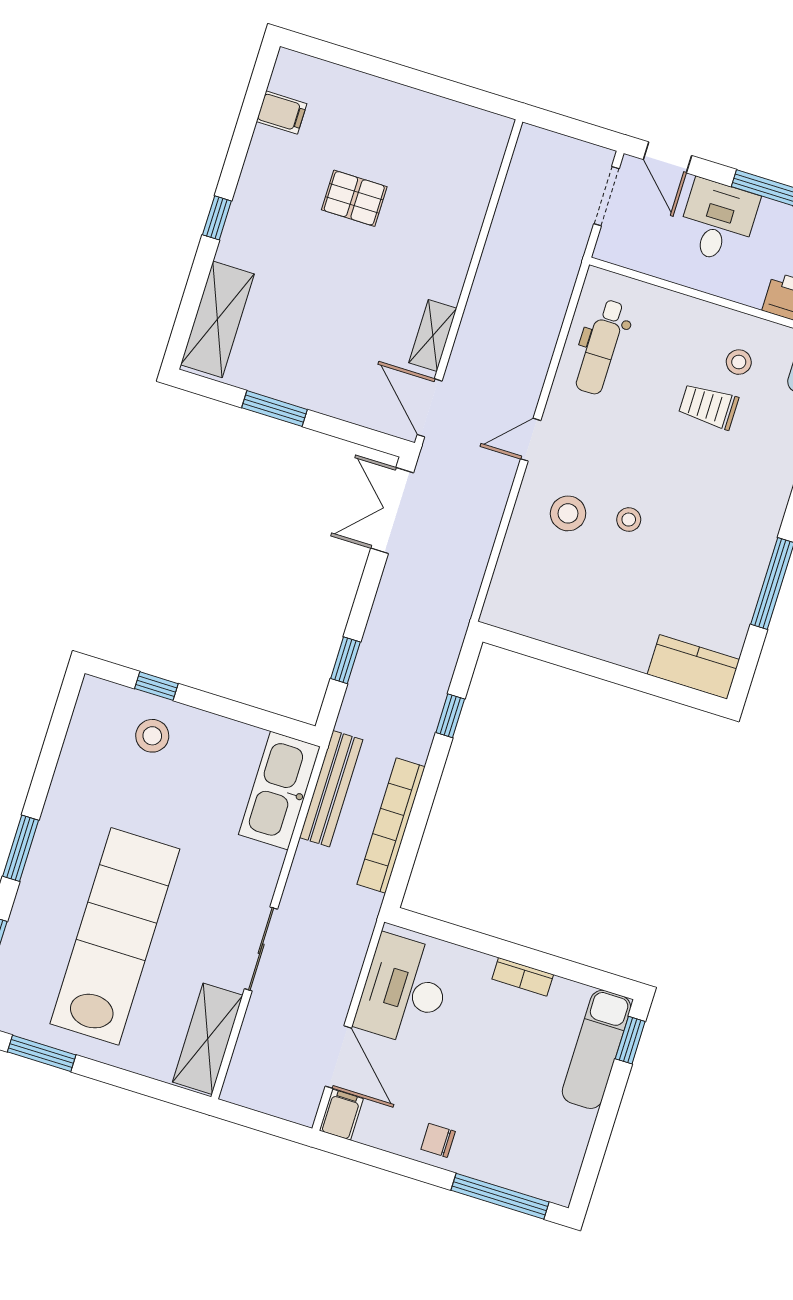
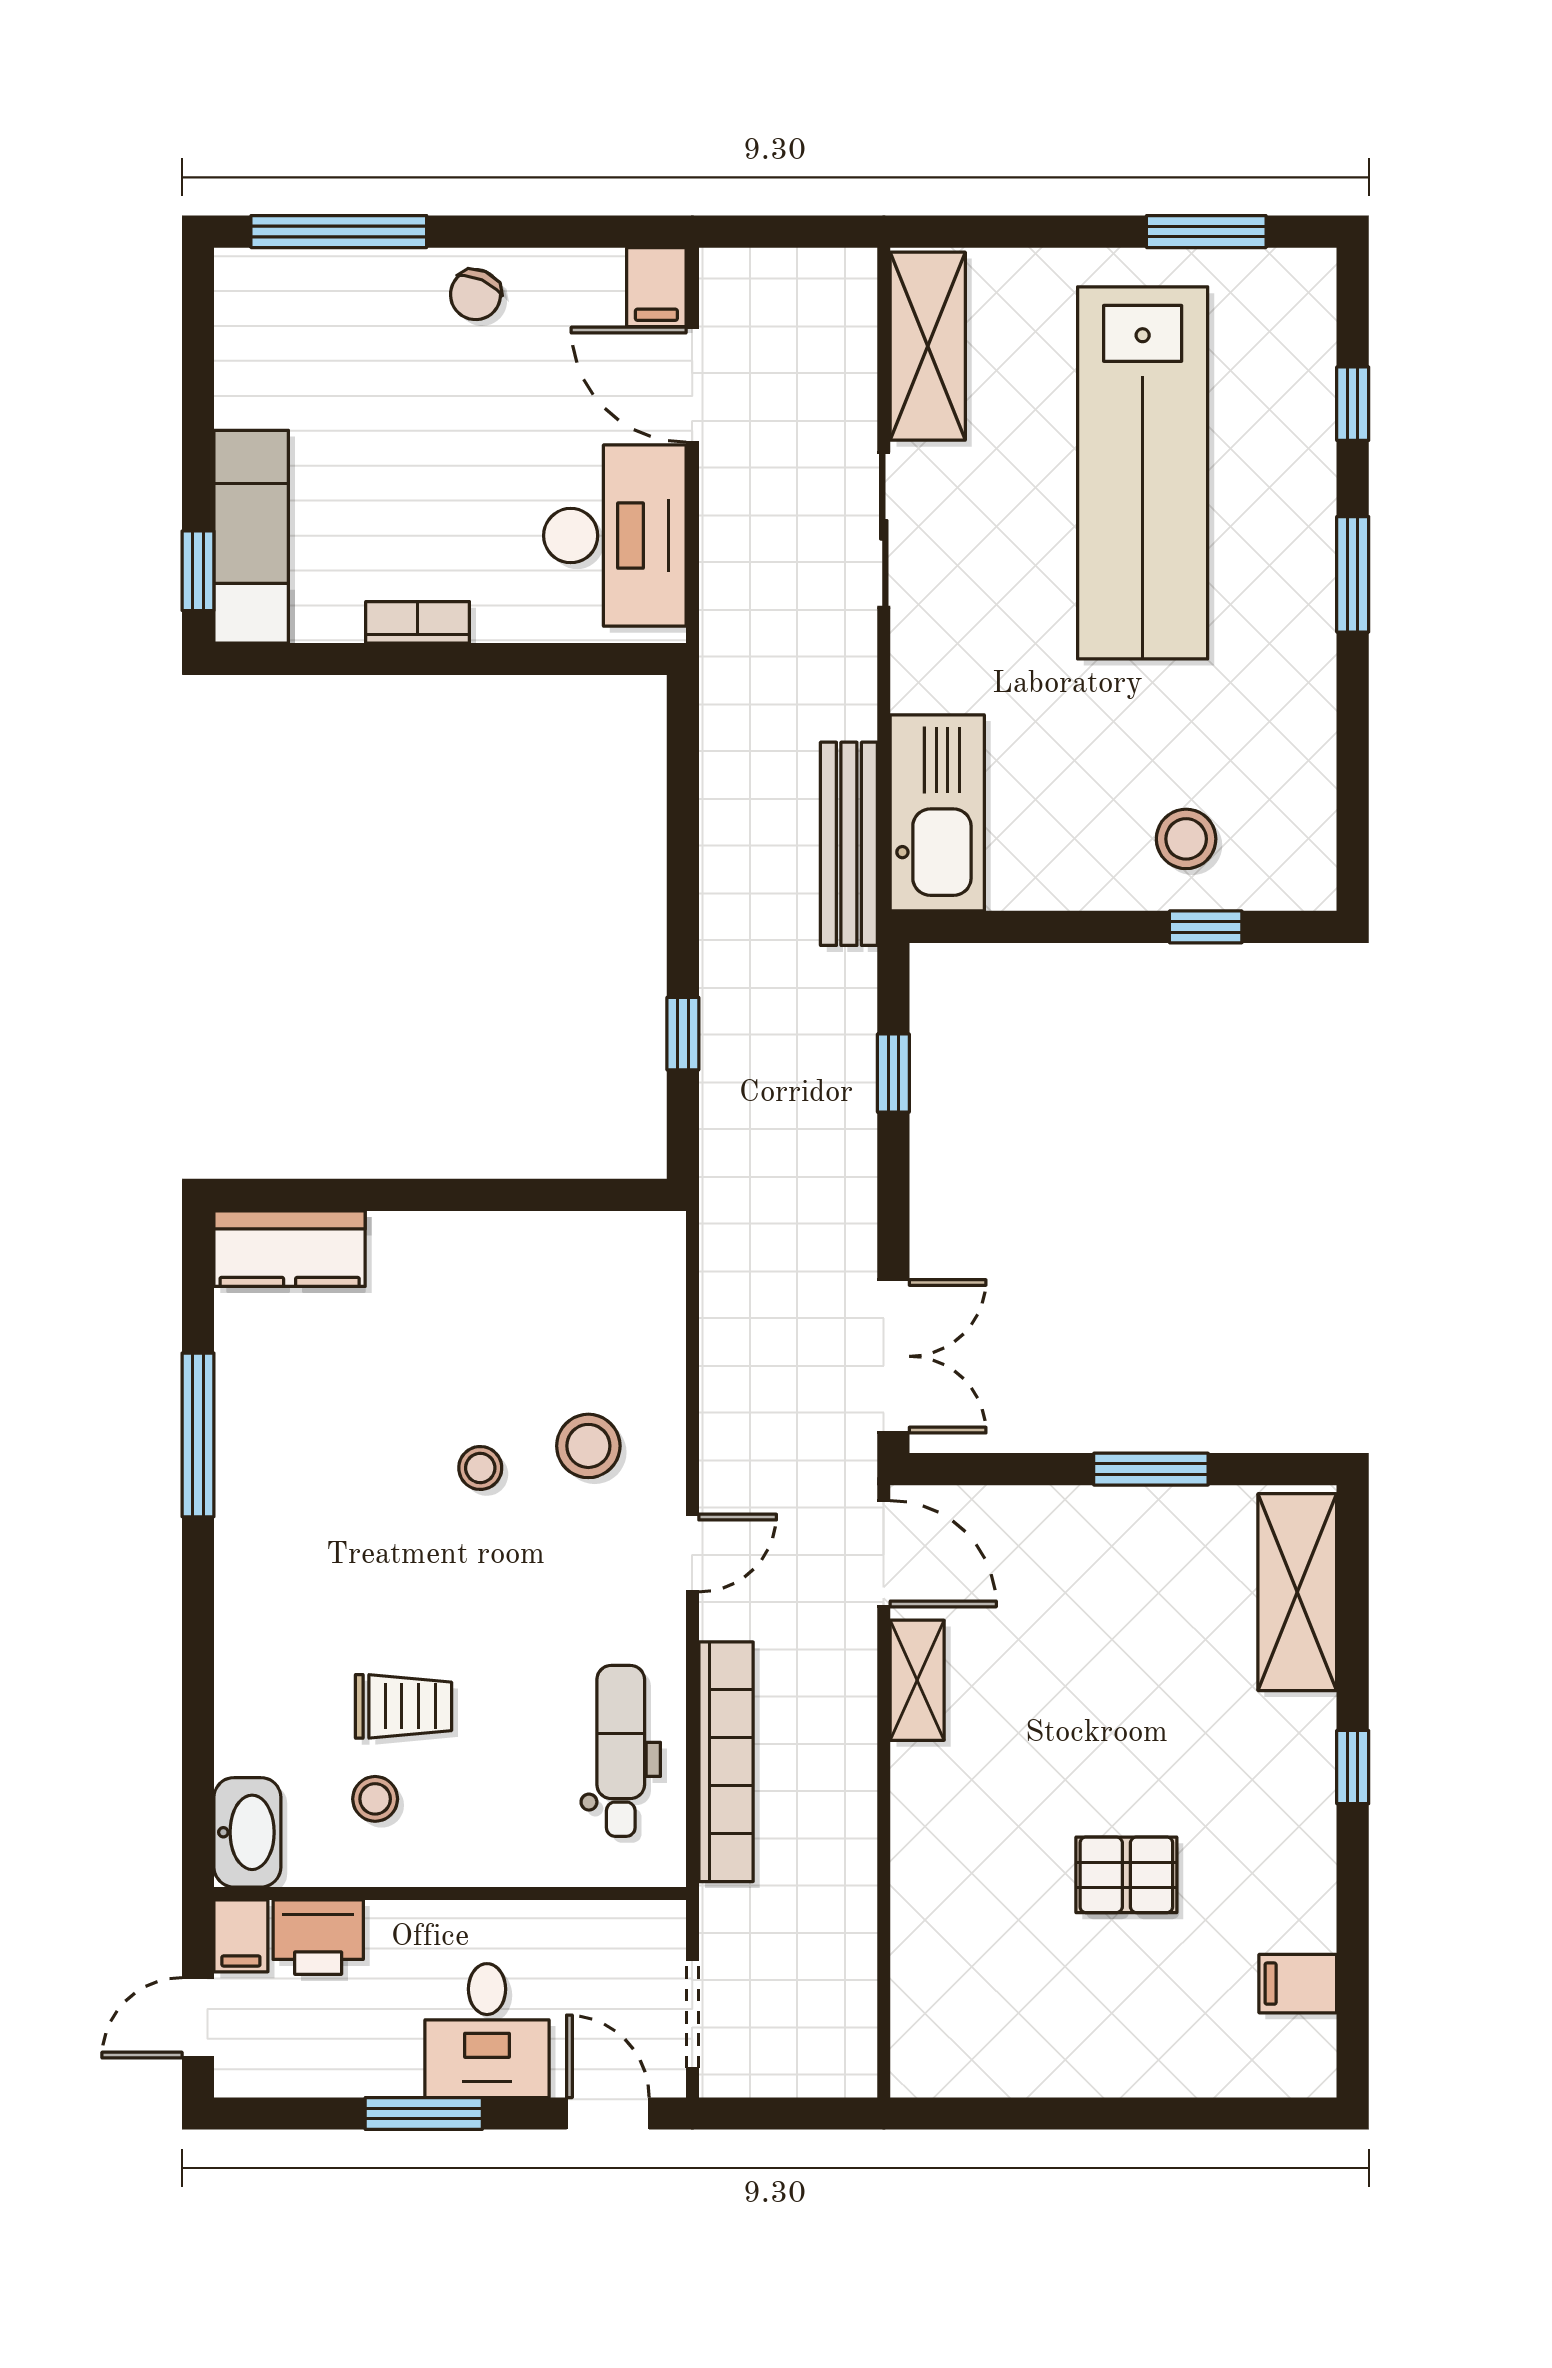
bookcase: (391, 826) -> (726, 1762), moved
chair: (438, 1140) -> (476, 295), turned 114

